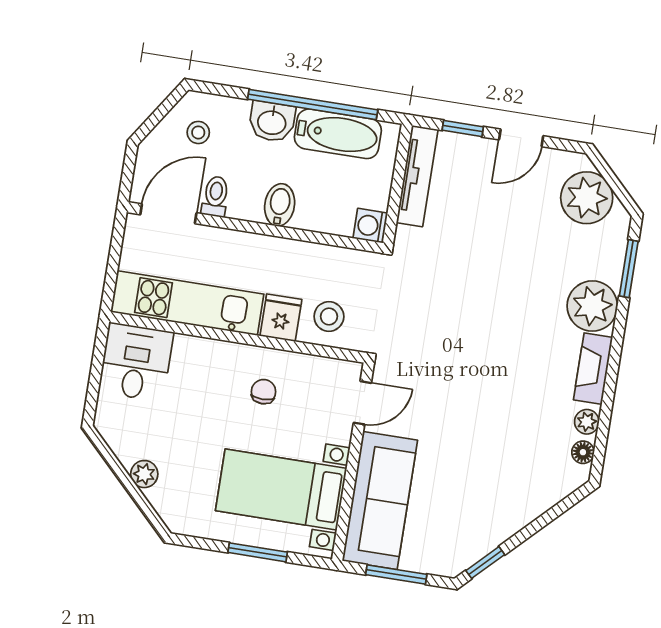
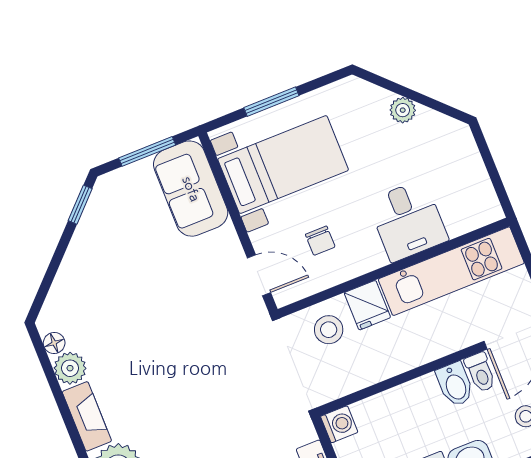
bidet: (280, 205) -> (455, 384), moved
desk: (136, 362) -> (408, 220), moved
chair: (264, 392) -> (320, 241), moved
door: (362, 403) -> (259, 275), swing flipped
plant: (587, 422) -> (70, 368), width x1.38, depth x1.38
sofa: (380, 501) -> (191, 189), width x0.73

